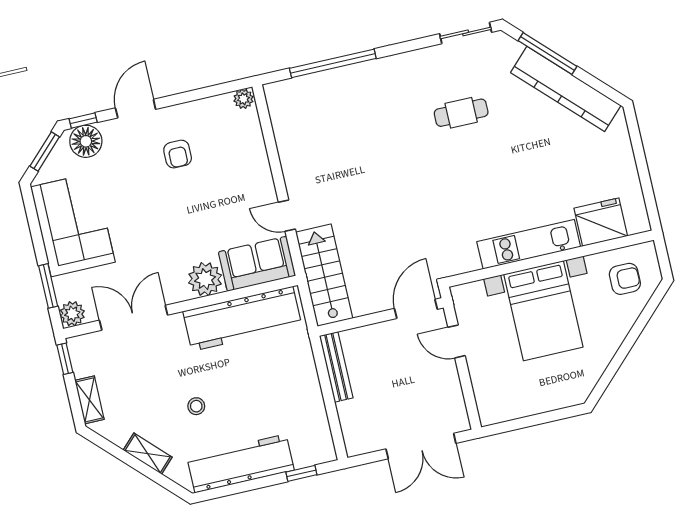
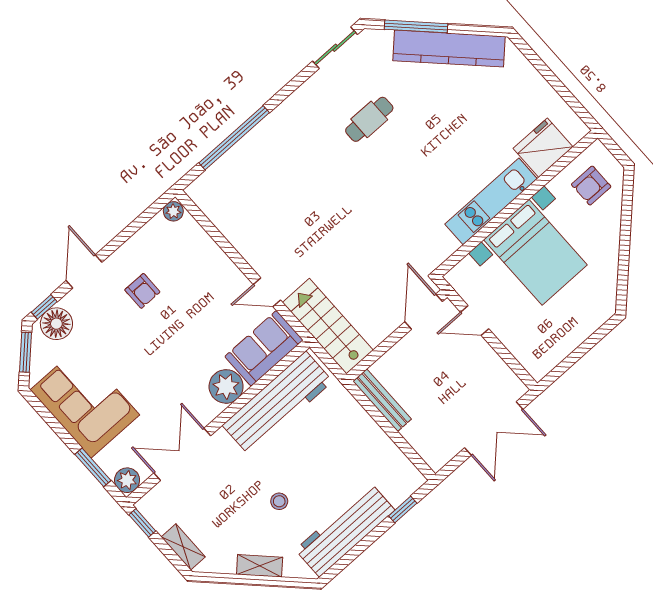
armchair: (625, 279) -> (591, 186), turned 180

